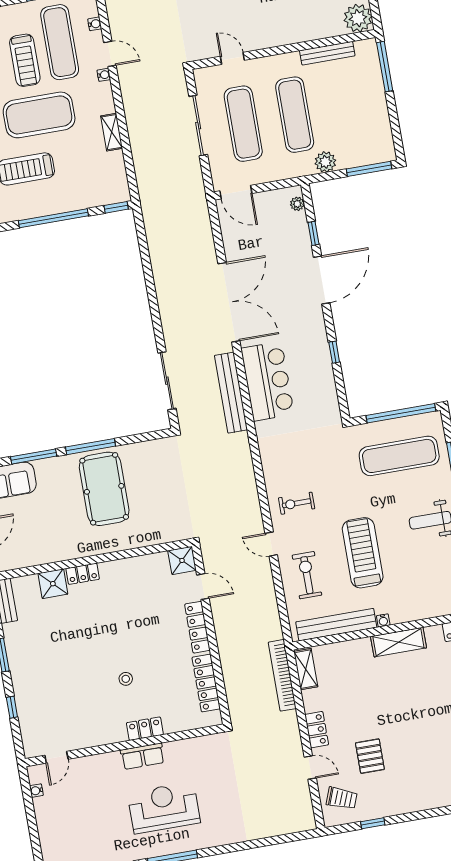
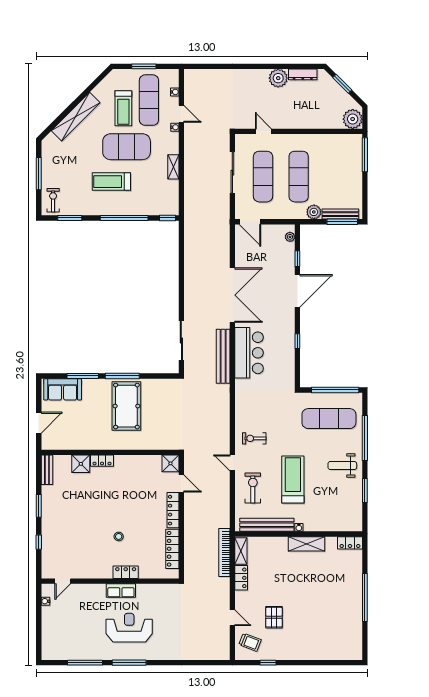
bench: (327, 53) -> (340, 214), moved
locker: (317, 730) -> (241, 578), moved

